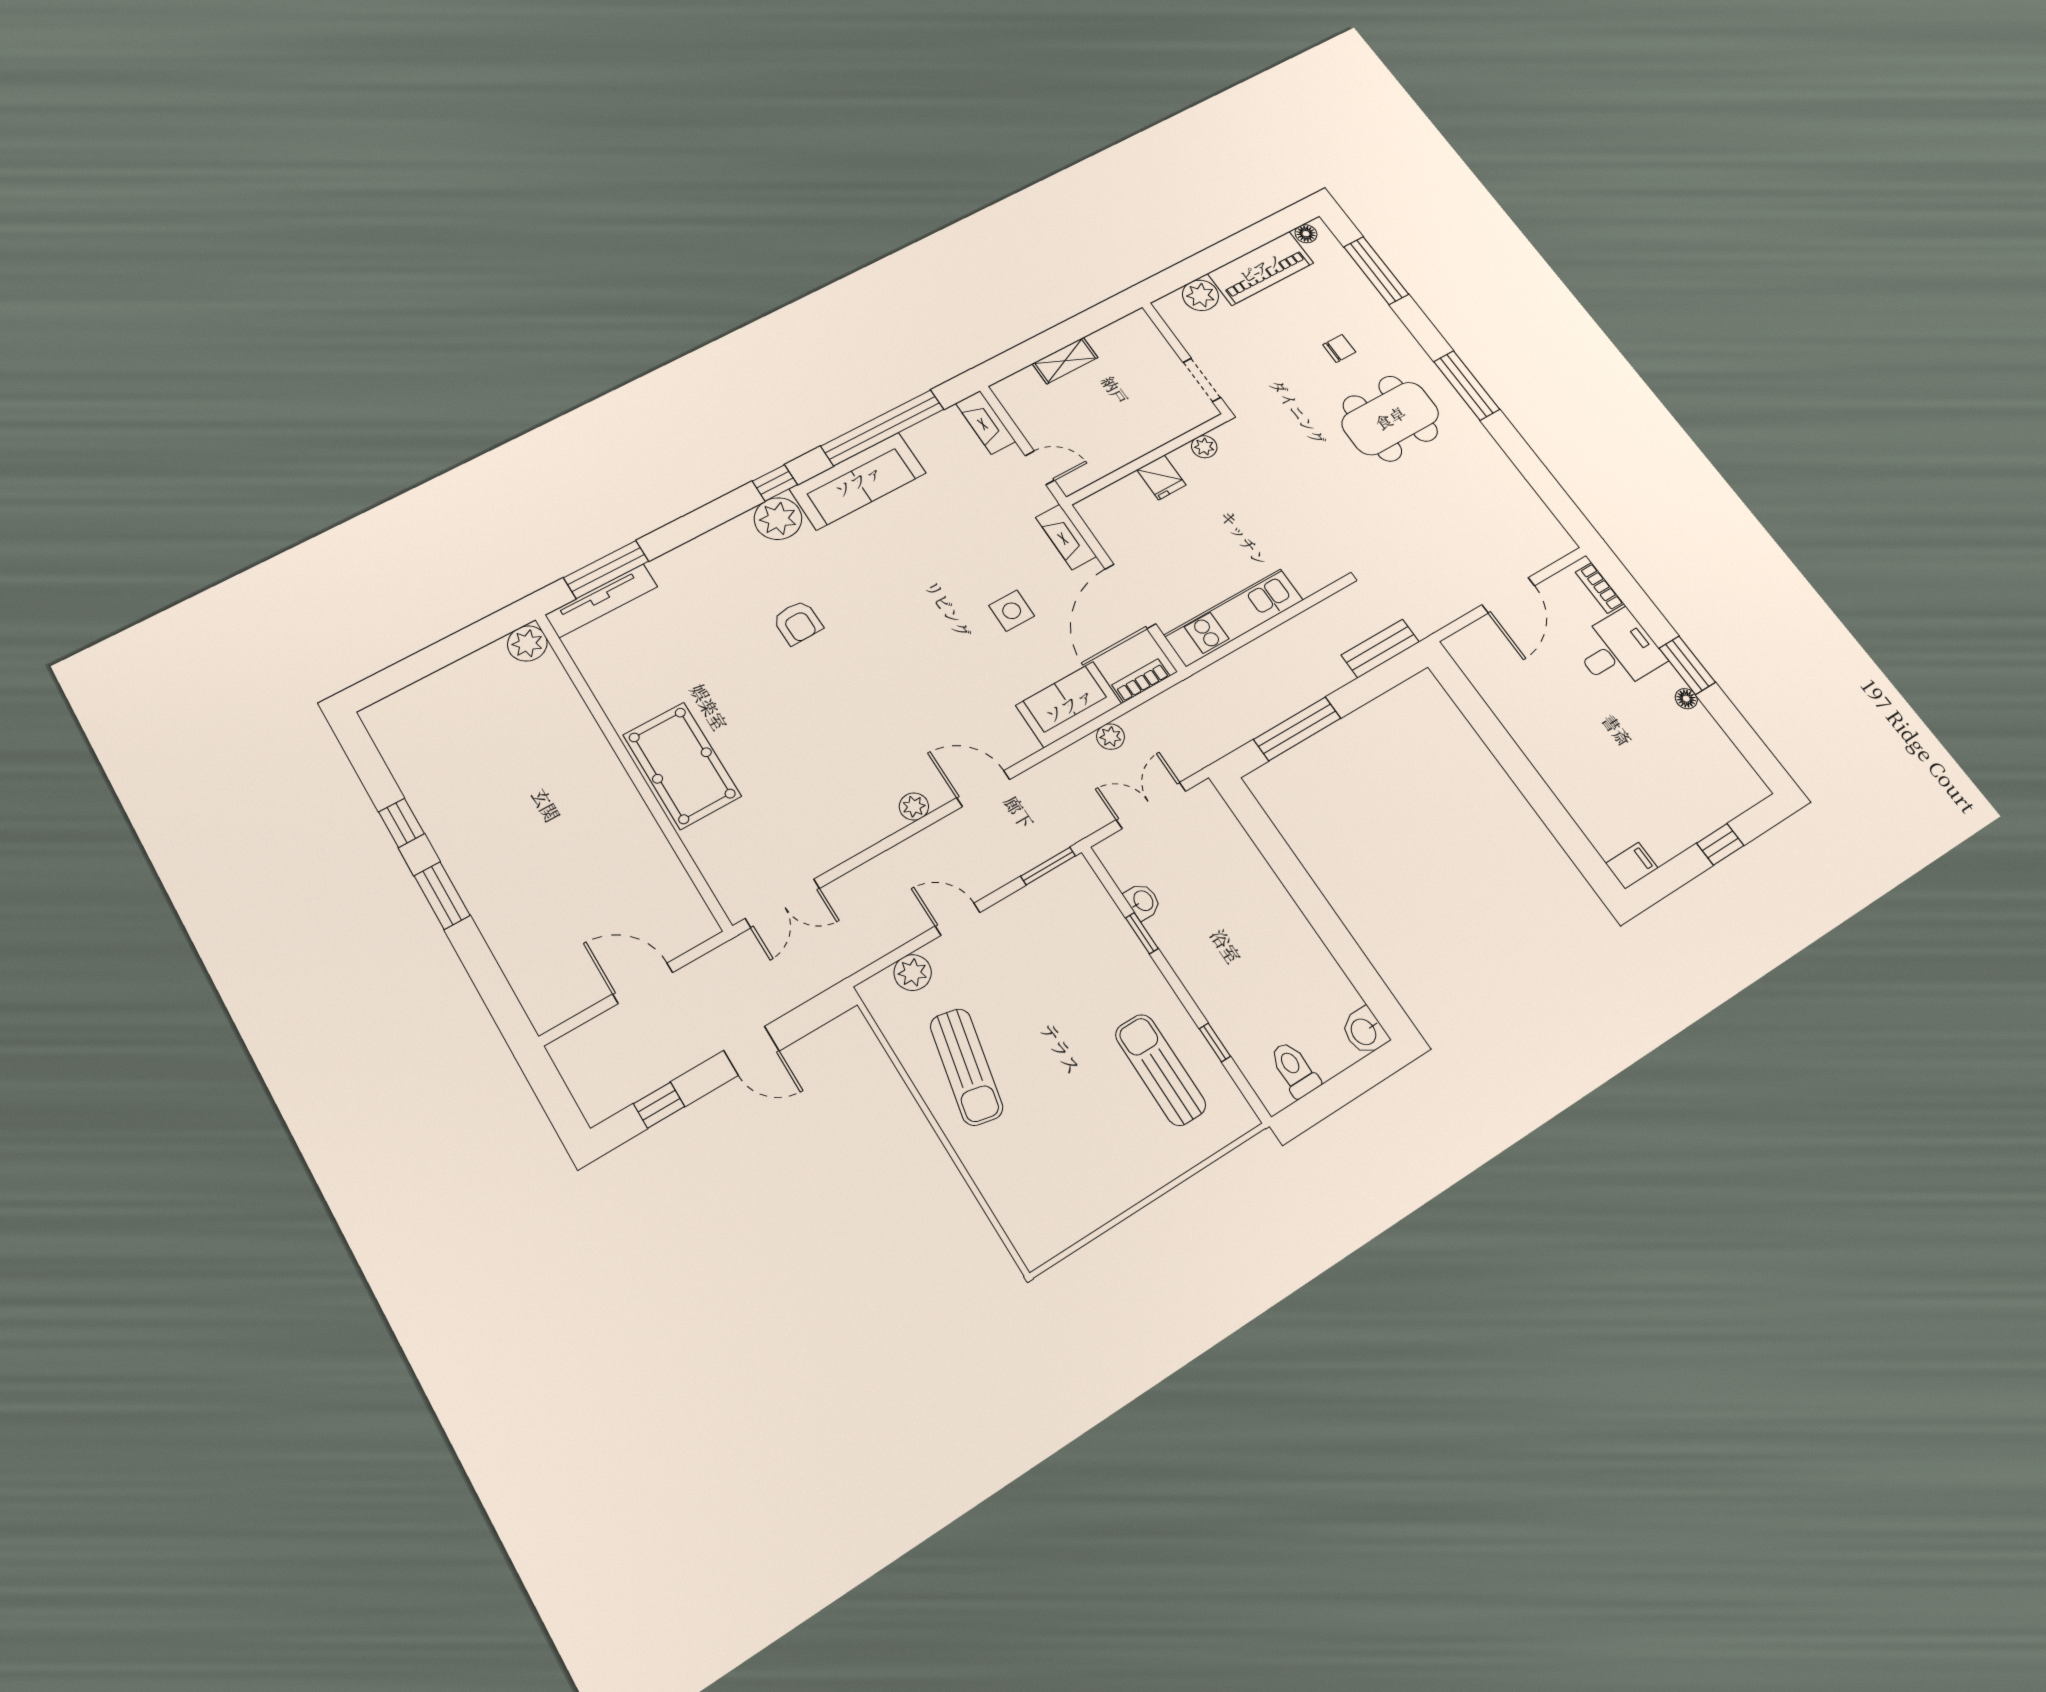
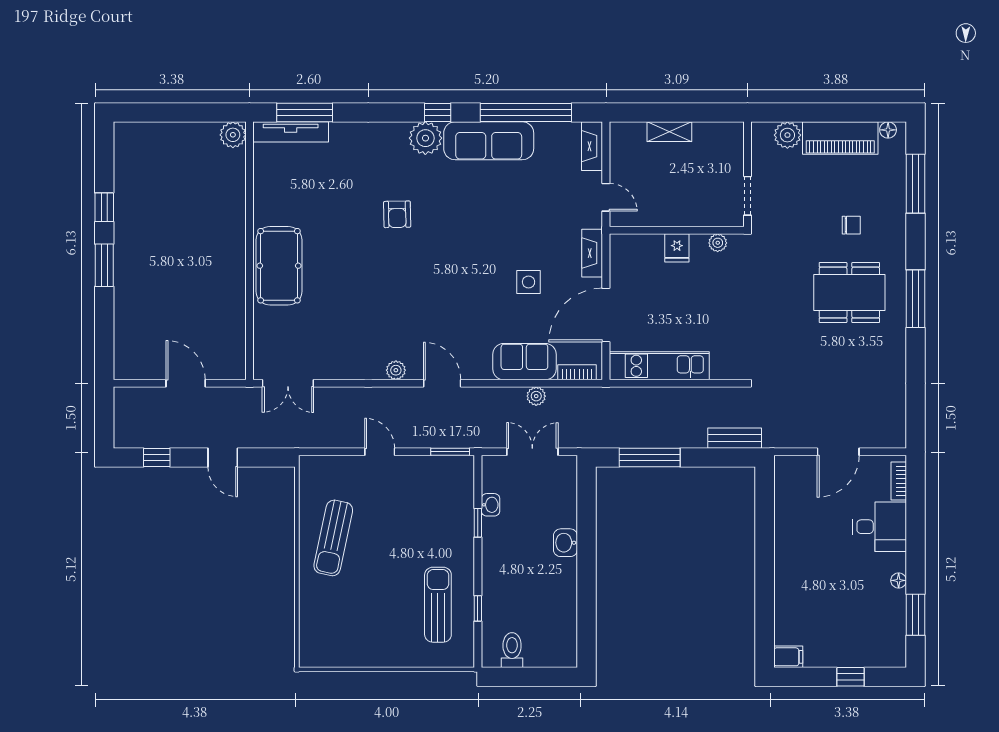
window: (1687, 665) -> (915, 615), moved
plant: (913, 973) -> (336, 467), removed
washbasin: (1364, 1031) -> (565, 543), moved

